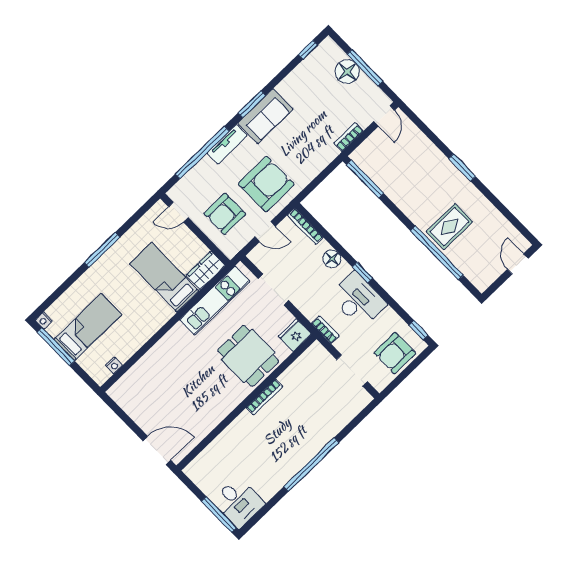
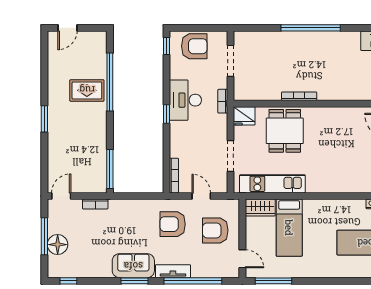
armchair: (266, 184) -> (173, 224), width x0.73, depth x0.73
armchair: (225, 214) -> (215, 230), turned 180
window: (102, 250) -> (274, 281), moved
floor lamp: (332, 259) -> (177, 140), removed

